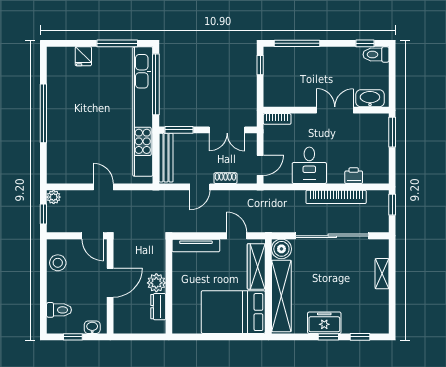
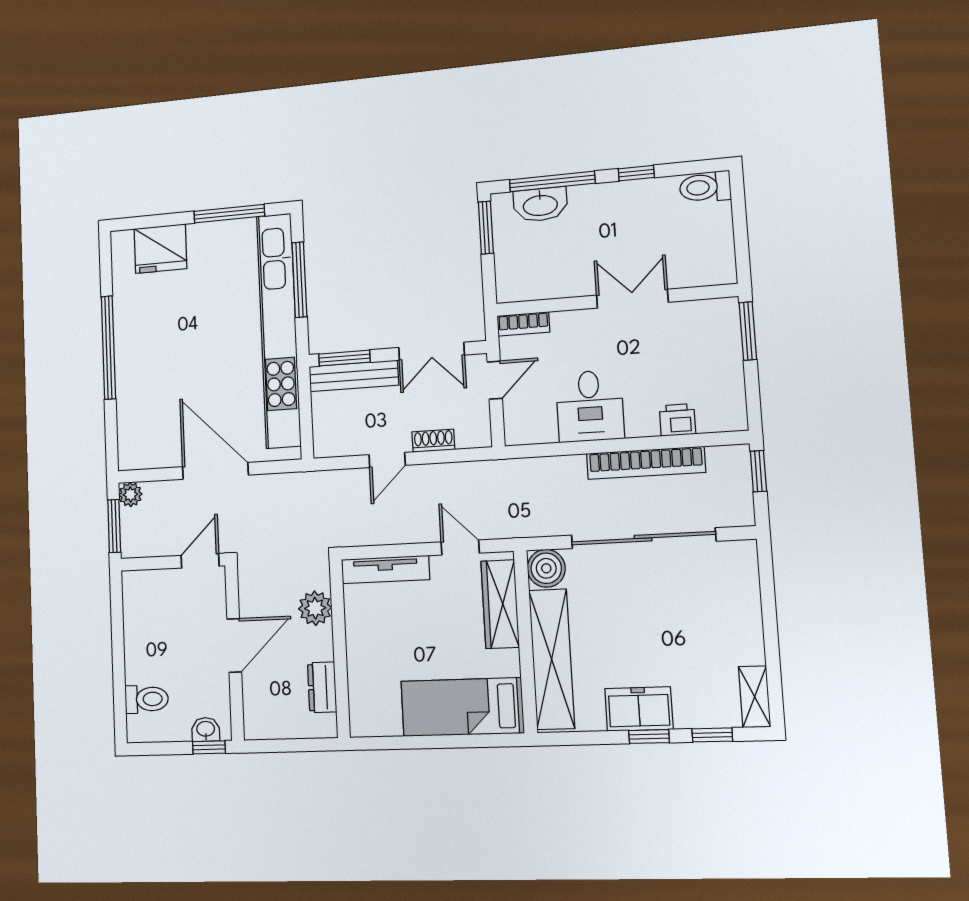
window: (365, 43) -> (636, 173), moved
fridge: (83, 56) -> (160, 249), width x1.88, depth x1.34
window: (260, 65) -> (486, 228), width x1.50
window: (156, 84) -> (299, 280), width x0.68
washbasin: (370, 98) -> (540, 205), moved, turned 180
bench: (166, 158) -> (354, 376), moved, turned 90
door: (260, 165) -> (495, 380), moved
door: (103, 187) -> (215, 471), width x1.88
window: (43, 214) -> (114, 526), width x1.50
door: (93, 236) -> (200, 561), swing flipped
stool: (58, 263) -> (142, 613), removed
shelving: (382, 274) -> (755, 697), moved
plant: (156, 283) -> (315, 608), moved
bed: (233, 312) -> (462, 707), width x0.67
window: (73, 337) -> (209, 747), moved

